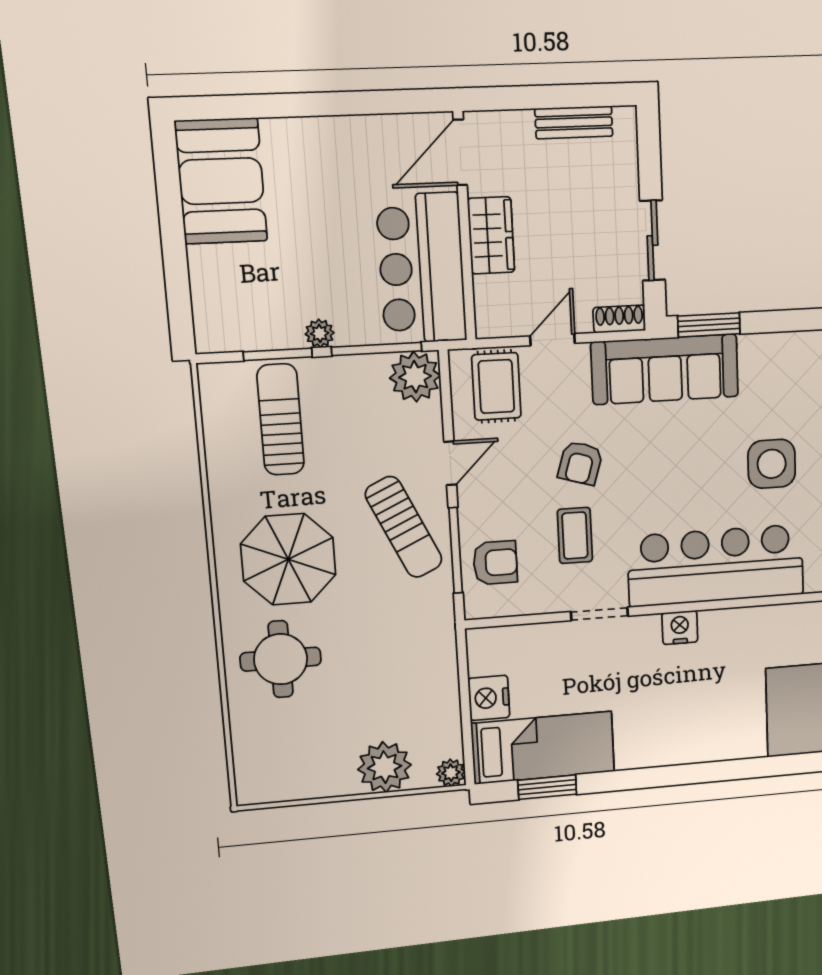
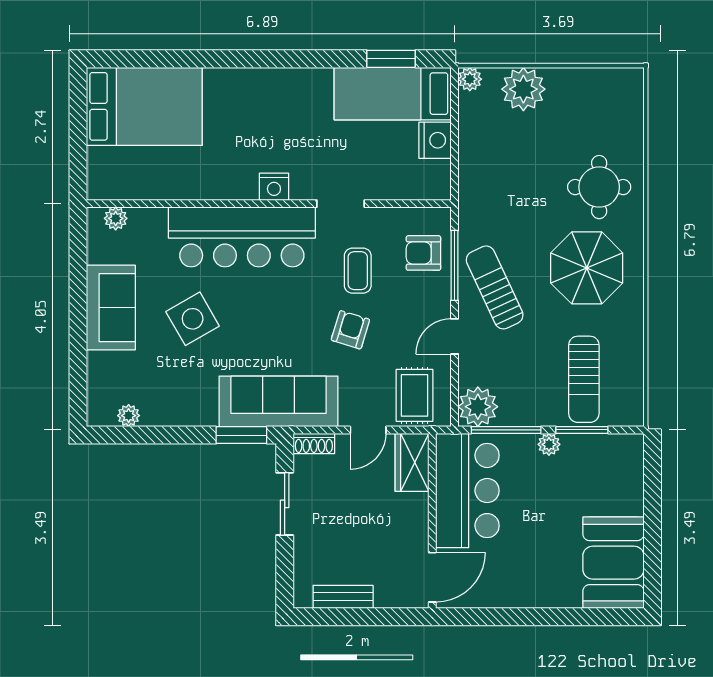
wardrobe: (491, 235) -> (412, 462), moved
side table: (772, 464) -> (193, 319), turned -30

